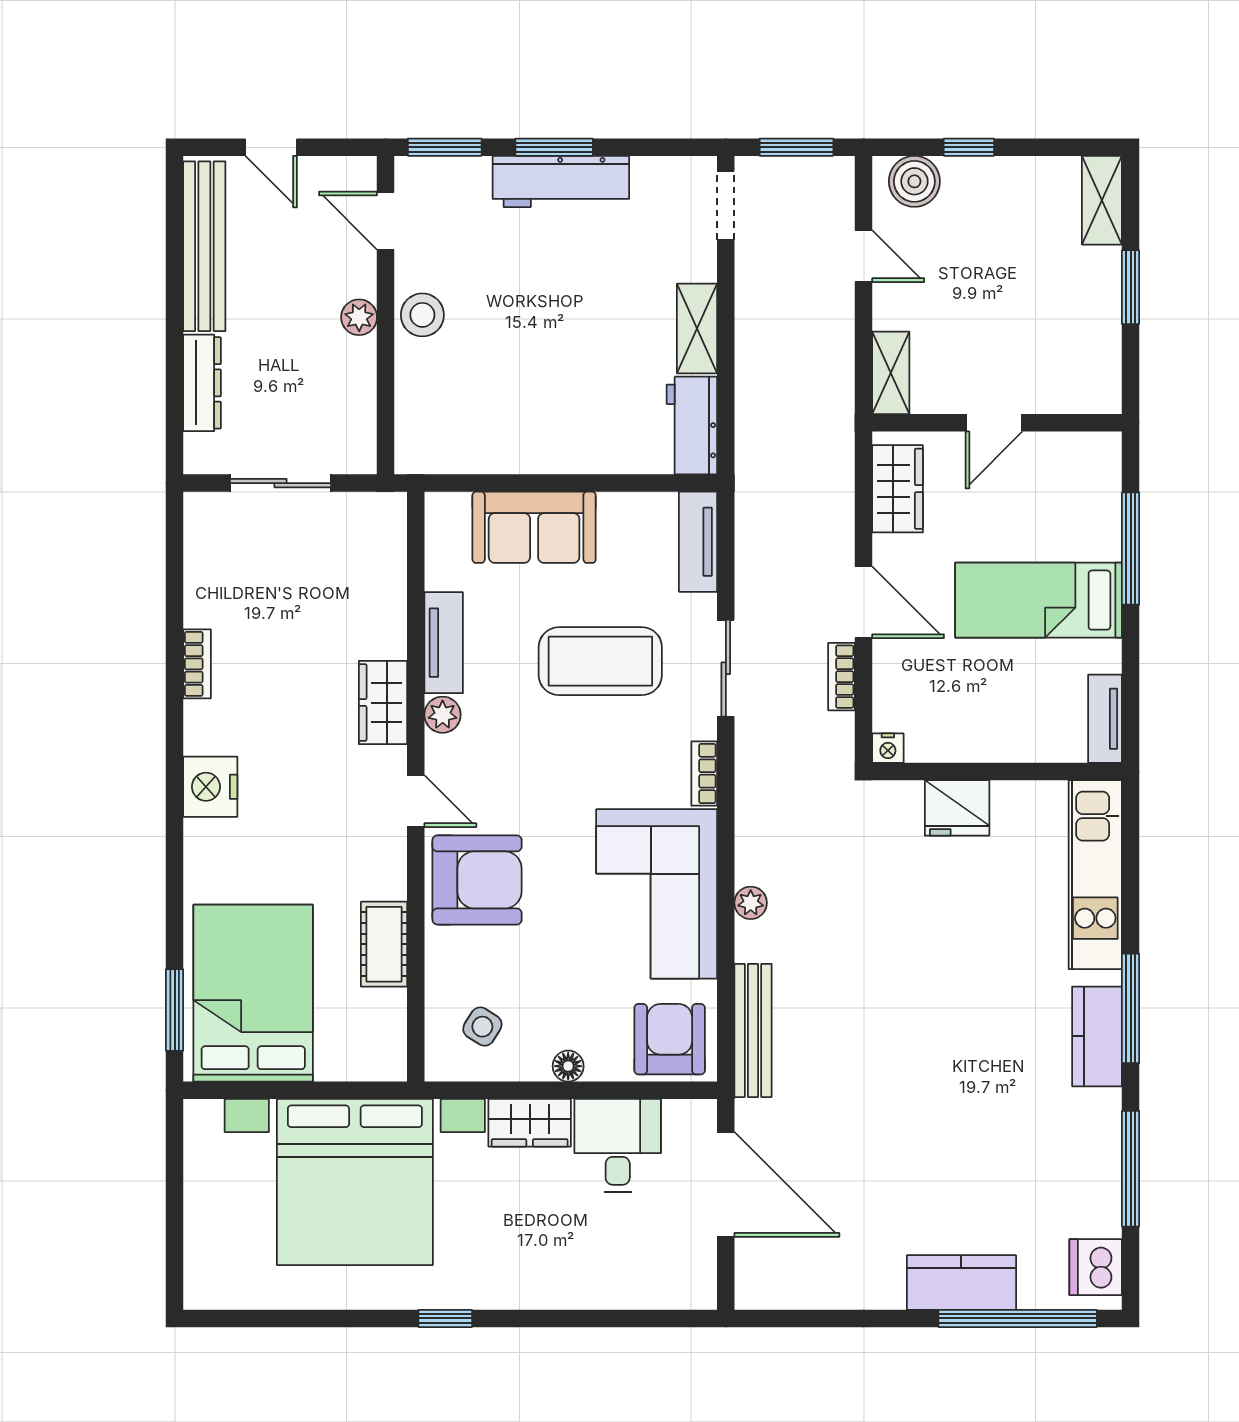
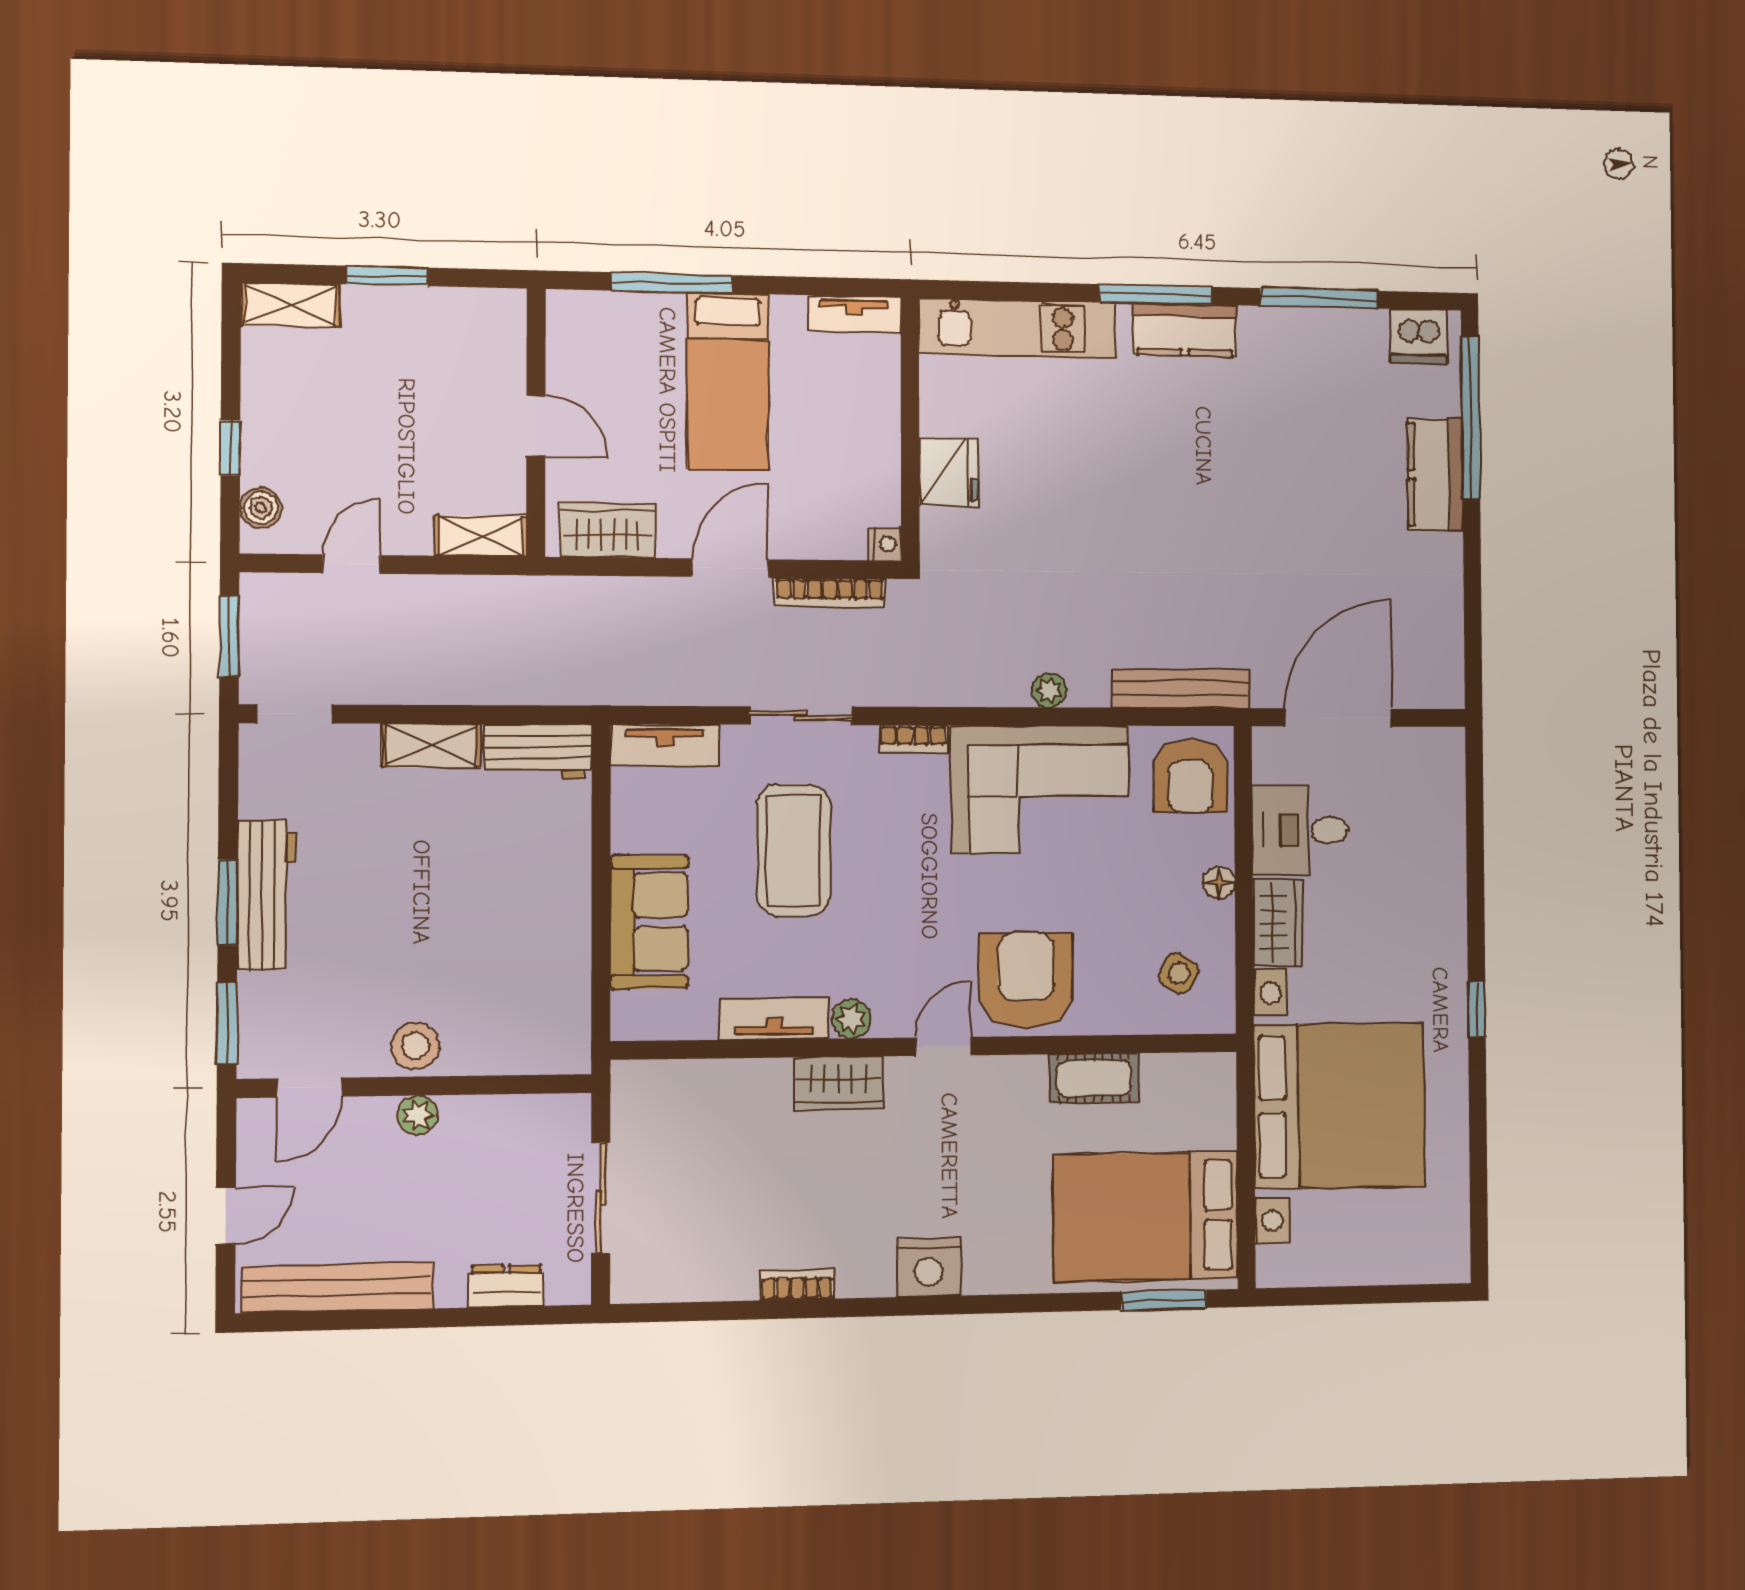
boiler: (914, 181) -> (261, 508), width x0.73, depth x0.73
dresser: (202, 383) -> (506, 1286), width x0.70
bookcase: (841, 677) -> (830, 593), width x1.56
armchair: (670, 1039) -> (1191, 776), turned -90

